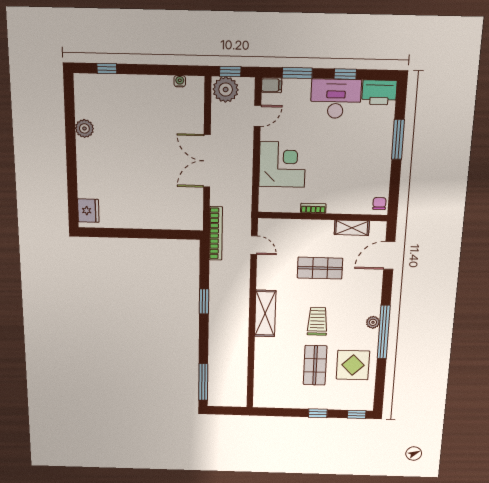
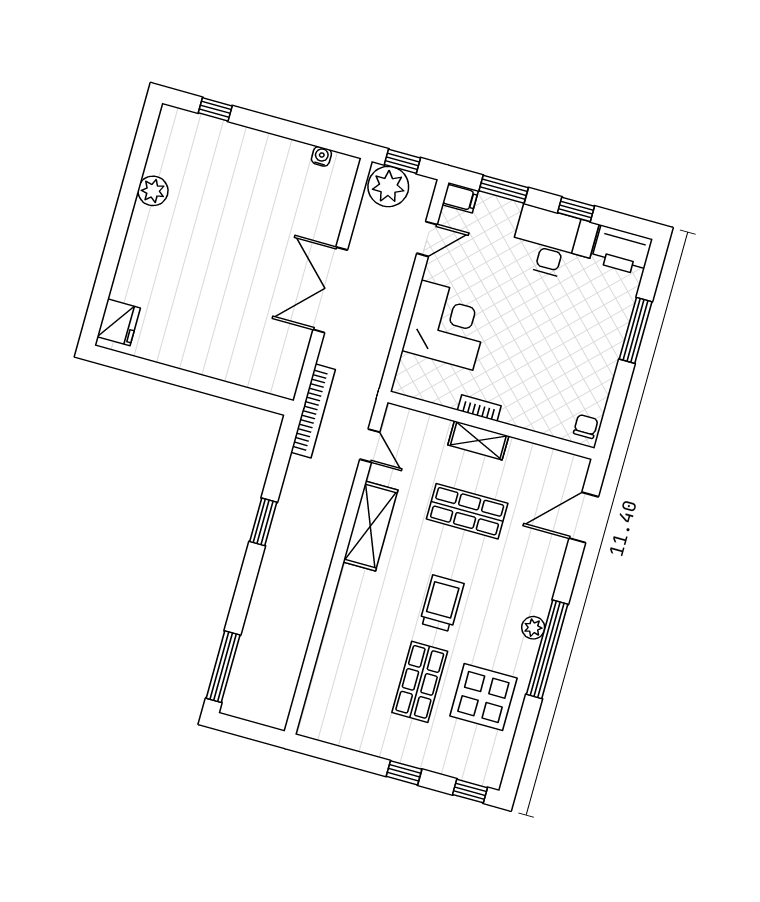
shelving: (352, 228) -> (478, 440), moved
shelving: (265, 313) -> (370, 526), moved

